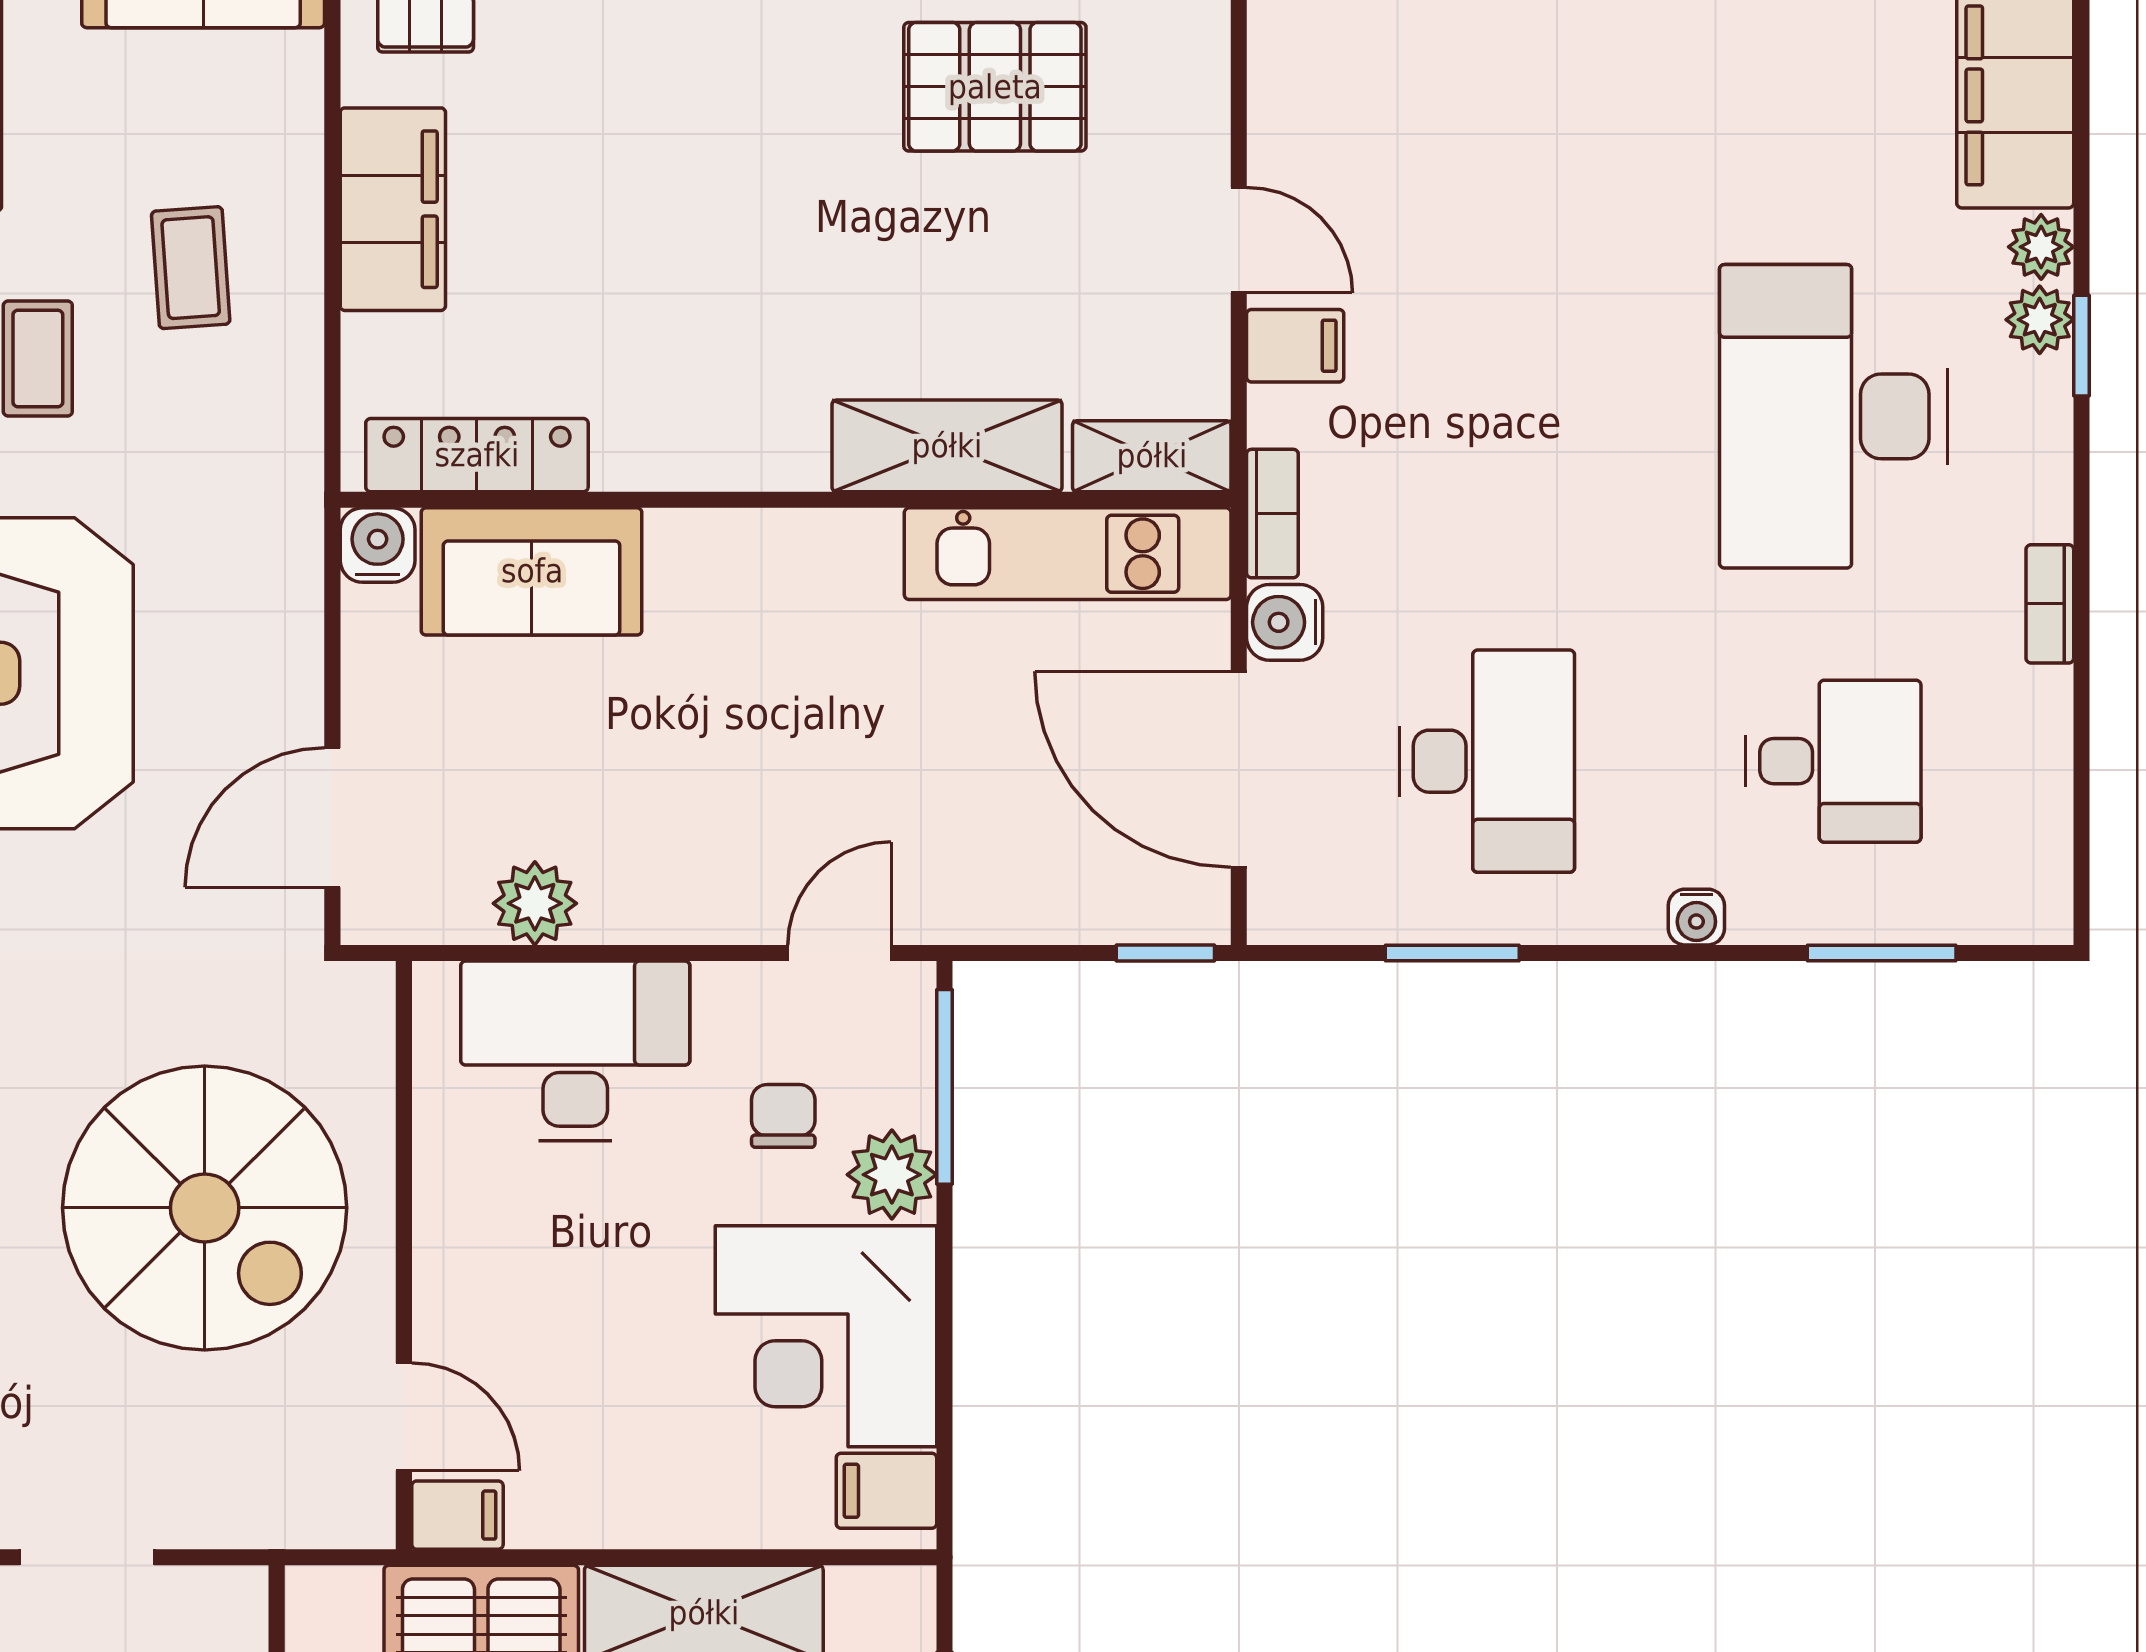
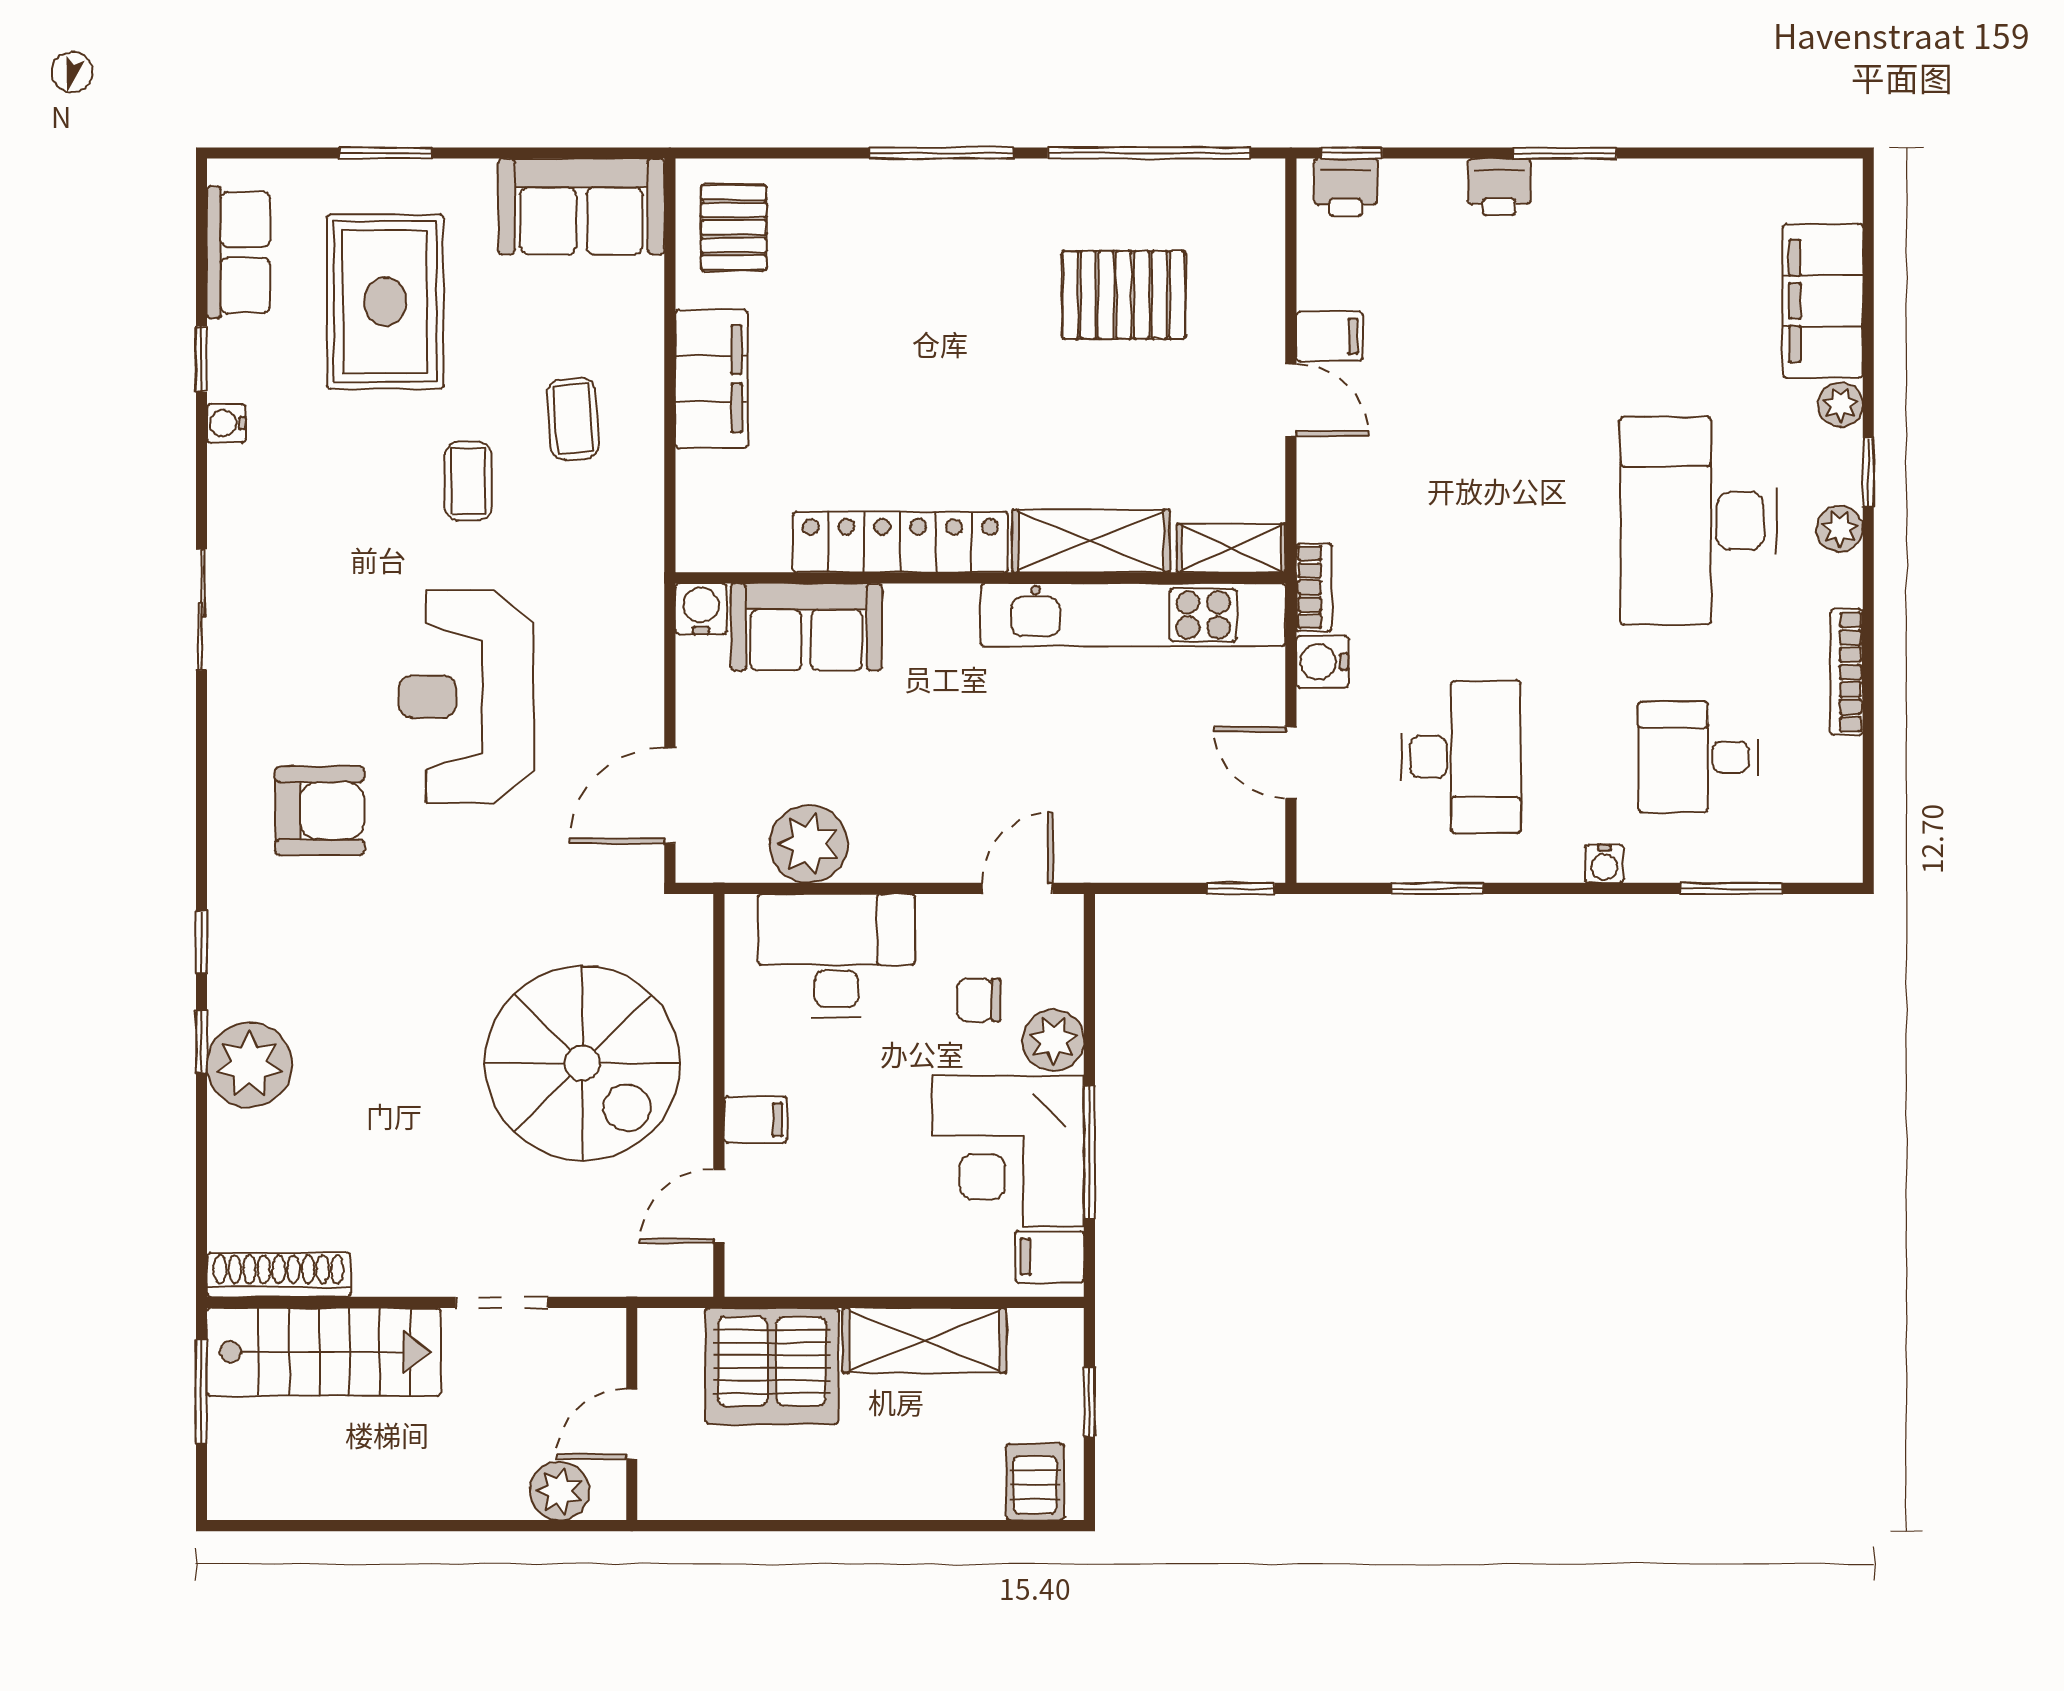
plant: (2040, 320) -> (1840, 529), moved
filing cabinet: (1295, 346) -> (1330, 336), moved
locker: (477, 455) -> (900, 542), moved, width x1.41, depth x1.21
kitchen unit: (1068, 554) -> (1133, 615), width x1.36
bookcase: (2050, 604) -> (1847, 672), width x1.56
desk: (1833, 761) -> (1698, 757), turned 180
door: (1239, 769) -> (1291, 763), width x0.53
plant: (535, 903) -> (809, 844), width x1.36, depth x1.36
window: (945, 1087) -> (1089, 1152), moved
chair: (783, 1116) -> (979, 1000), turned -90
door: (404, 1417) -> (719, 1206), swing flipped
filing cabinet: (457, 1515) -> (756, 1120), moved

